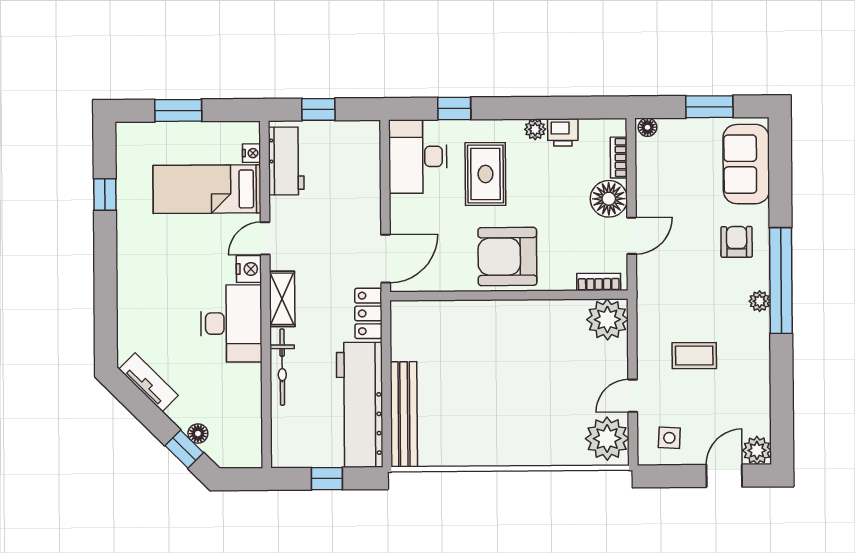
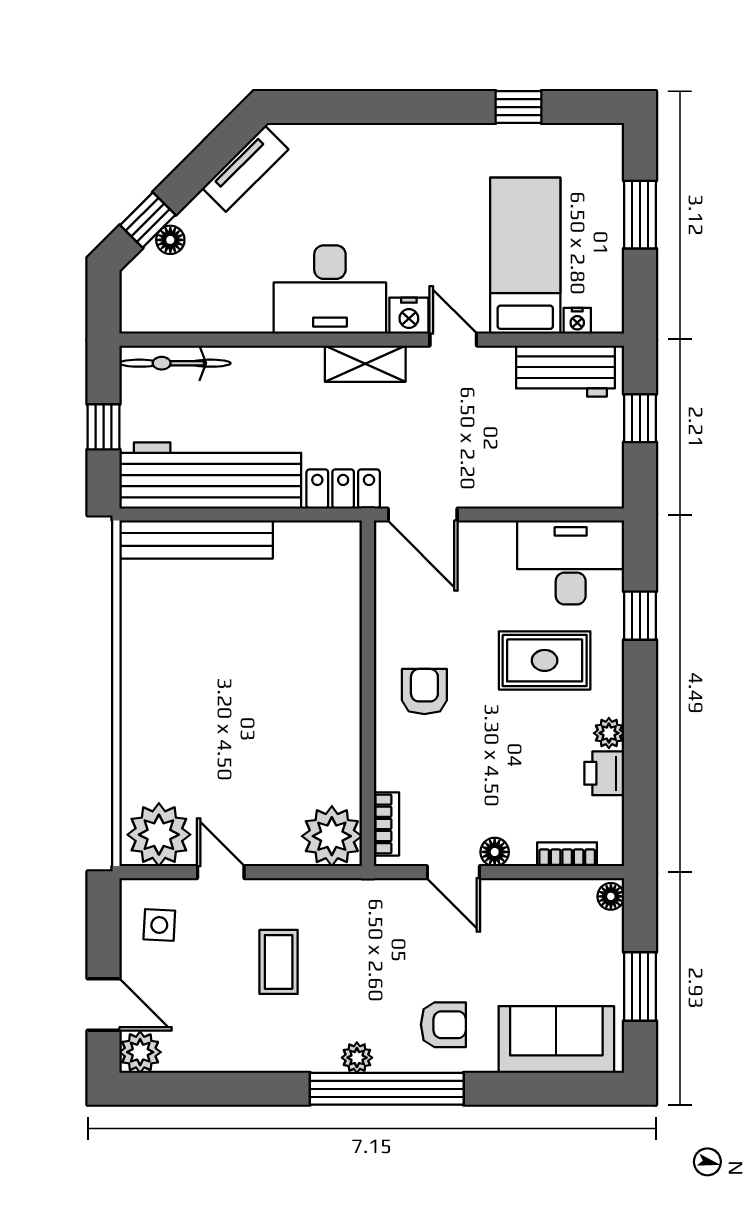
floor lamp: (609, 199) -> (495, 852), width x0.53, depth x0.53
armchair: (507, 257) -> (424, 691), width x0.53, depth x0.53
bicycle: (282, 367) -> (175, 363), moved

